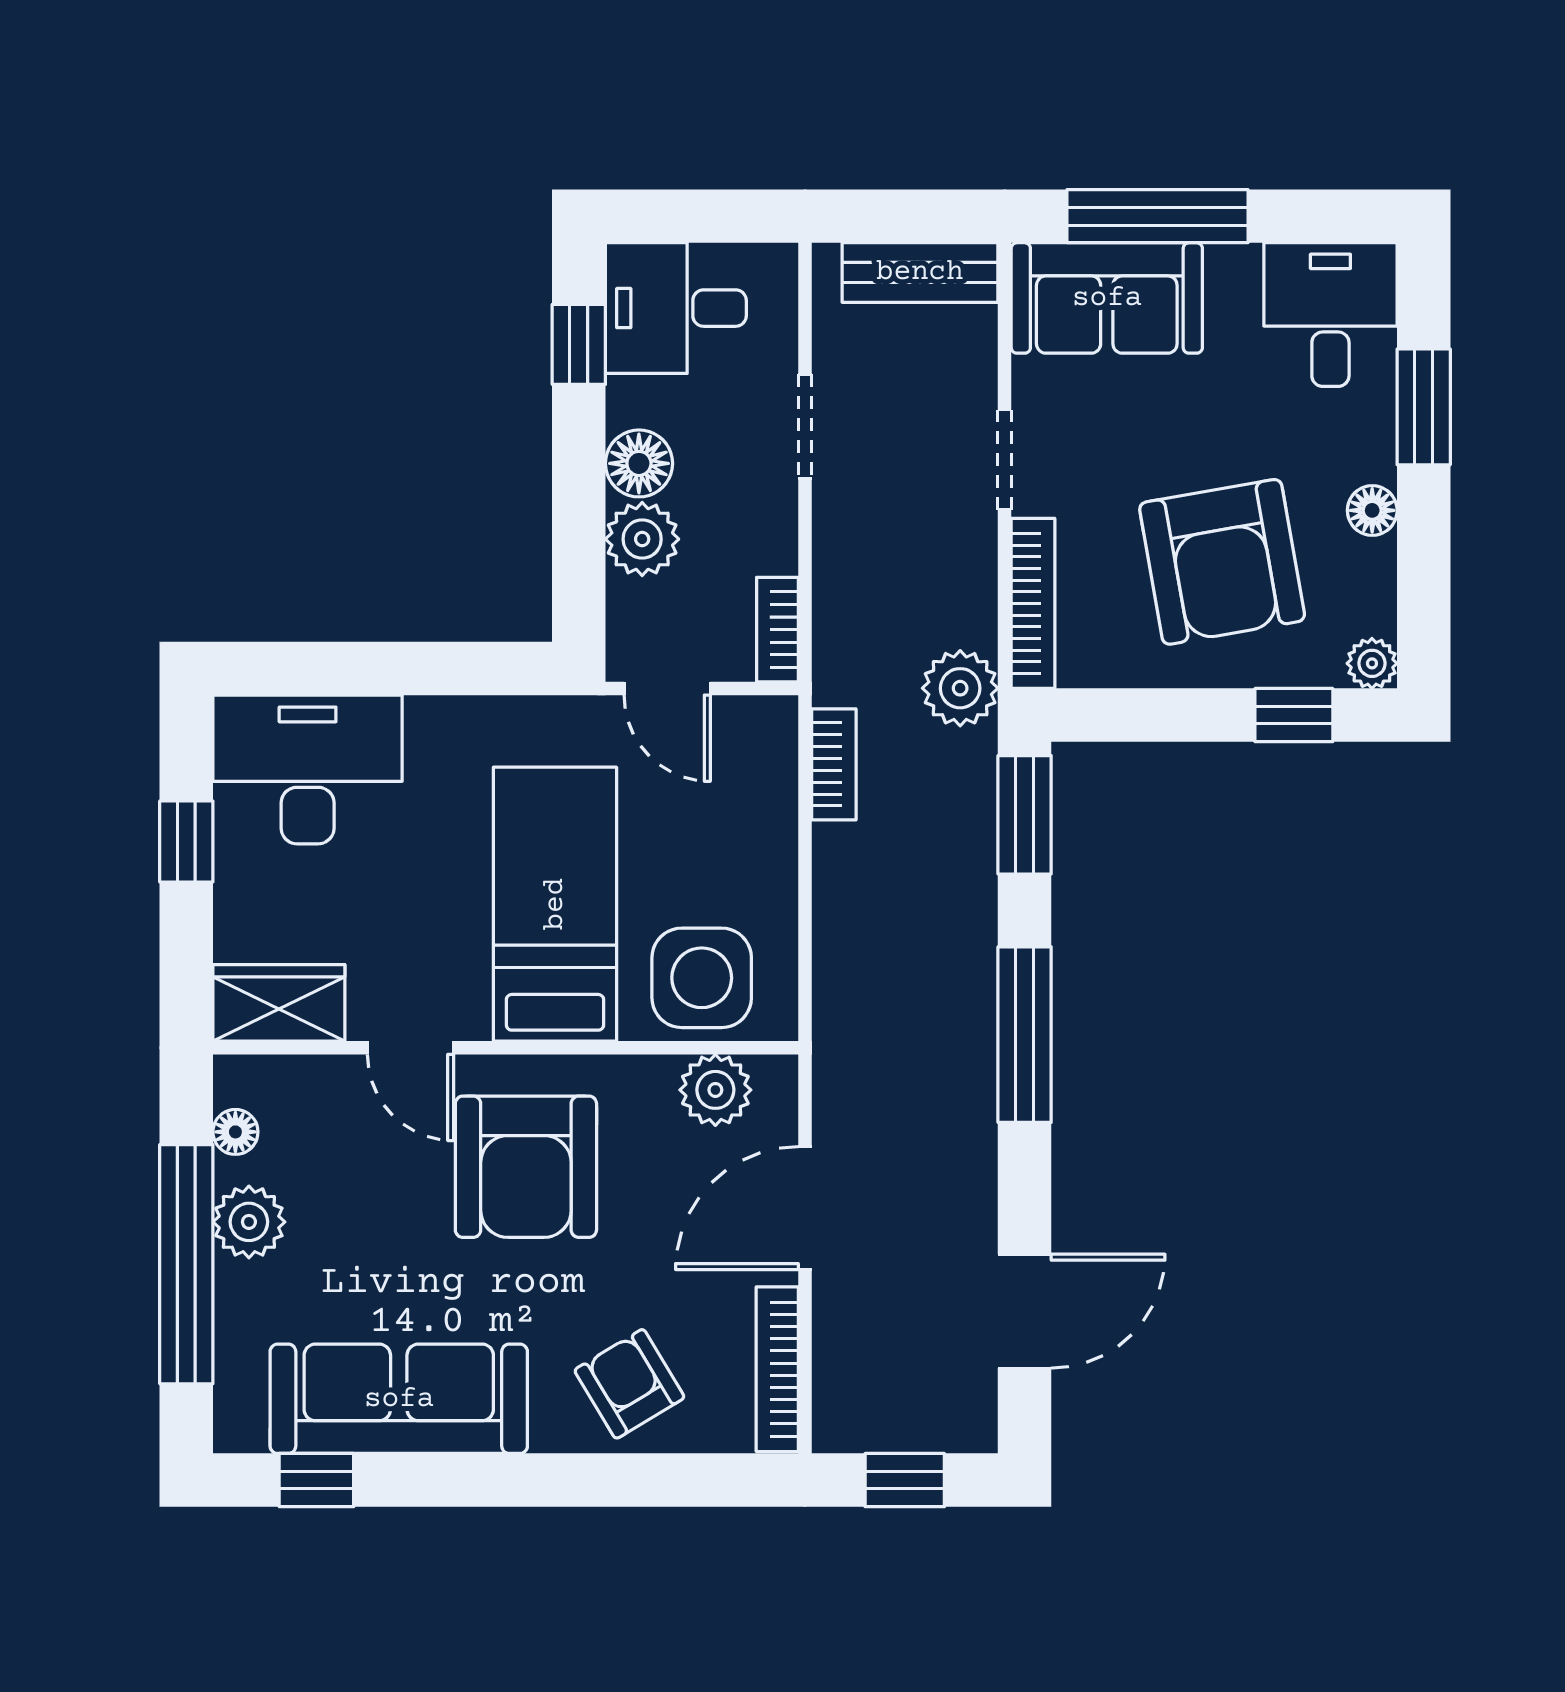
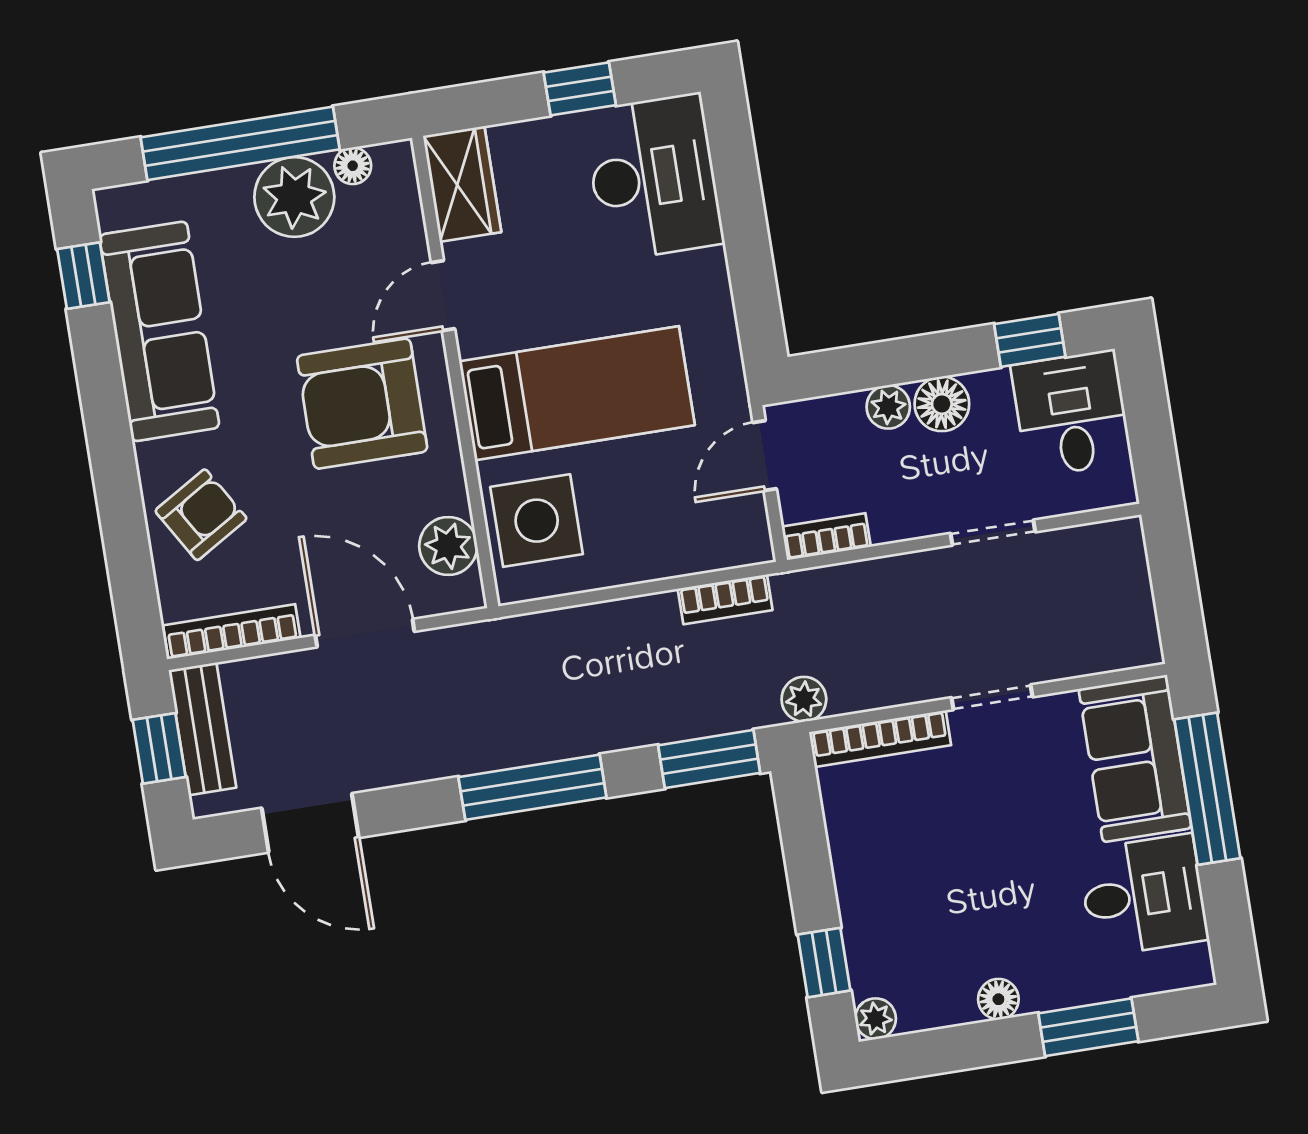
bench: (920, 272) -> (202, 729), moved
desk: (1330, 315) -> (1143, 895), moved
plant: (642, 539) -> (888, 407), width x0.73, depth x0.73
armchair: (1222, 562) -> (938, 885), removed
plant: (960, 688) -> (804, 699), width x0.73, depth x0.73
plant: (249, 1222) -> (294, 197), width x1.36, depth x1.36

